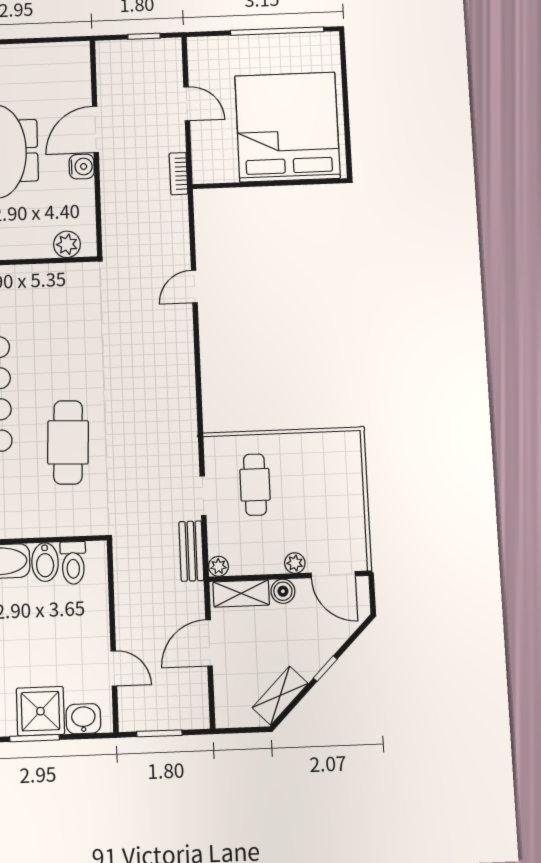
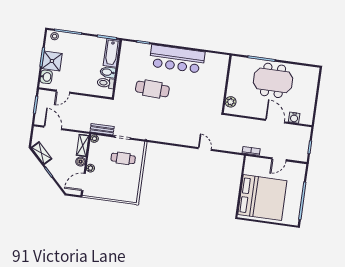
water cooler: (82, 167) -> (294, 118), moved
door: (209, 643) -> (53, 128), moved

